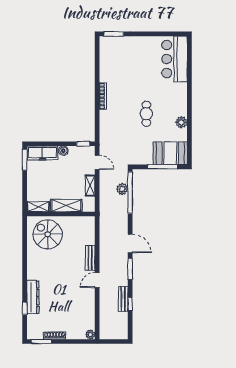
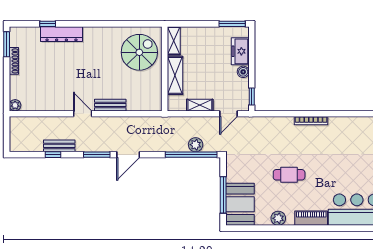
piano: (181, 96) -> (311, 218), added
freezer: (42, 153) -> (240, 51), width x0.71

